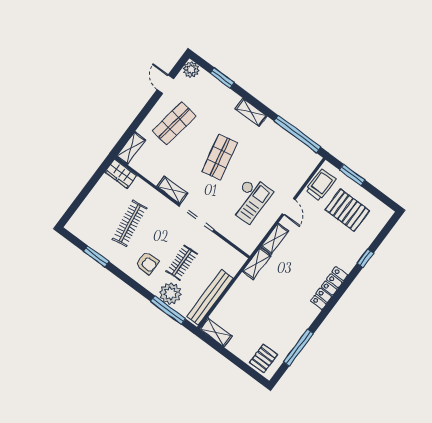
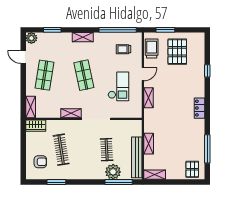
trolley: (288, 161) -> (124, 49), added
door: (289, 207) -> (143, 74), hinge flipped
pallet: (347, 210) -> (177, 52), turned 90
armchair: (147, 263) -> (40, 162), moved
shelving: (257, 263) -> (149, 144), moved
locker: (329, 288) -> (199, 108), width x0.66

